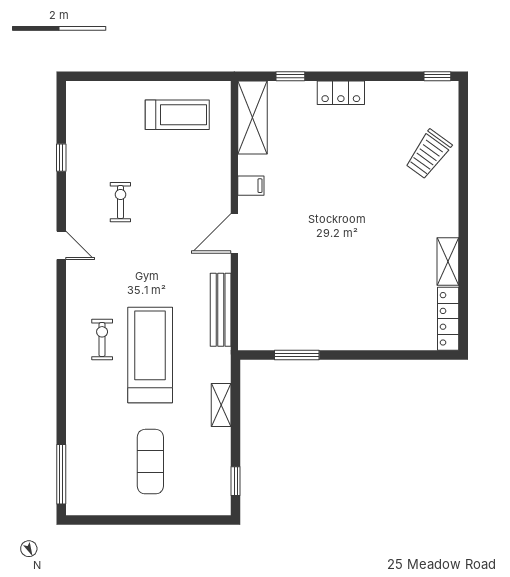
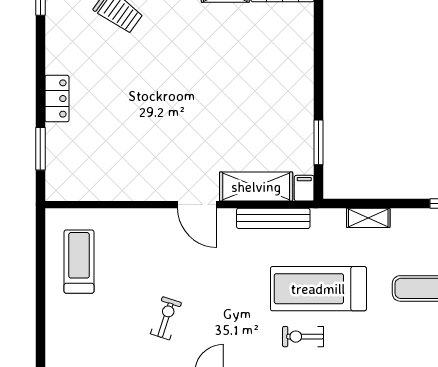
window: (290, 76) -> (40, 149), width x1.50
shelving: (253, 117) -> (256, 187), moved
filing cabinet: (251, 186) -> (304, 188), moved
exercise bike: (120, 202) -> (166, 318), turned 108

